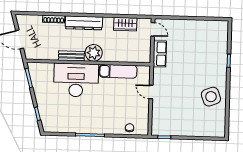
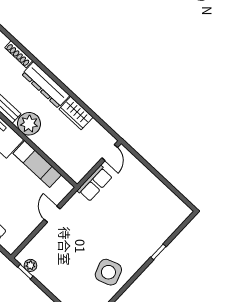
wardrobe: (125, 24) -> (76, 113), moved
plant: (164, 131) -> (30, 265), added

